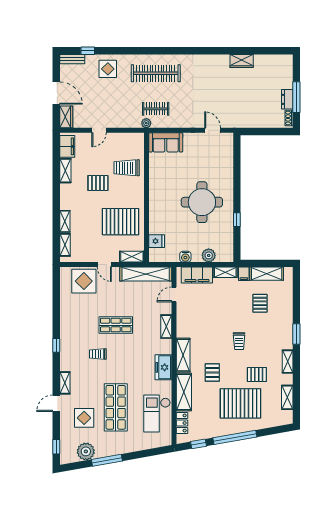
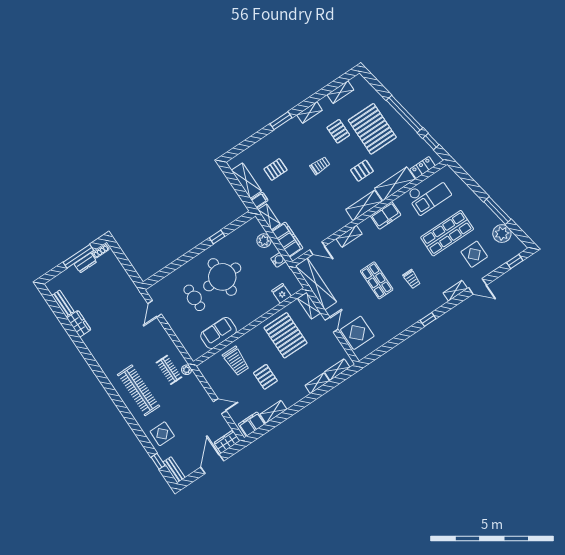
bench: (267, 59) -> (63, 303), added
sofa: (166, 142) -> (219, 333), moved, turned -90
cafe table: (200, 168) -> (194, 298), added

